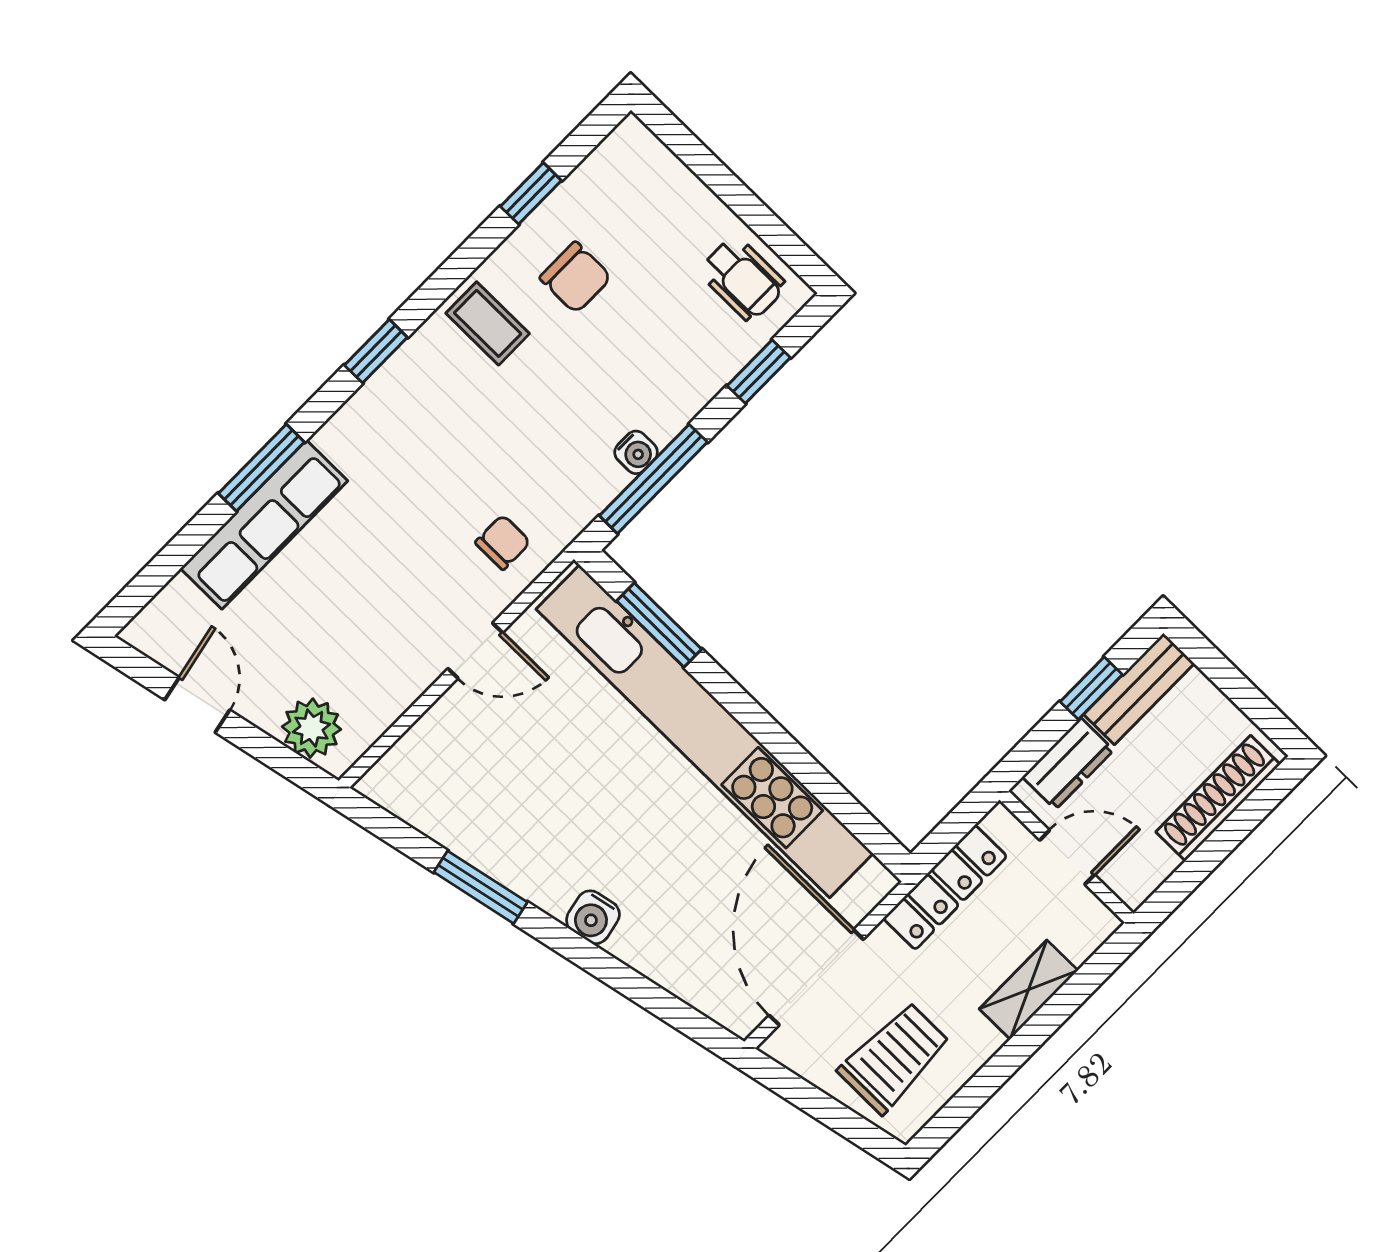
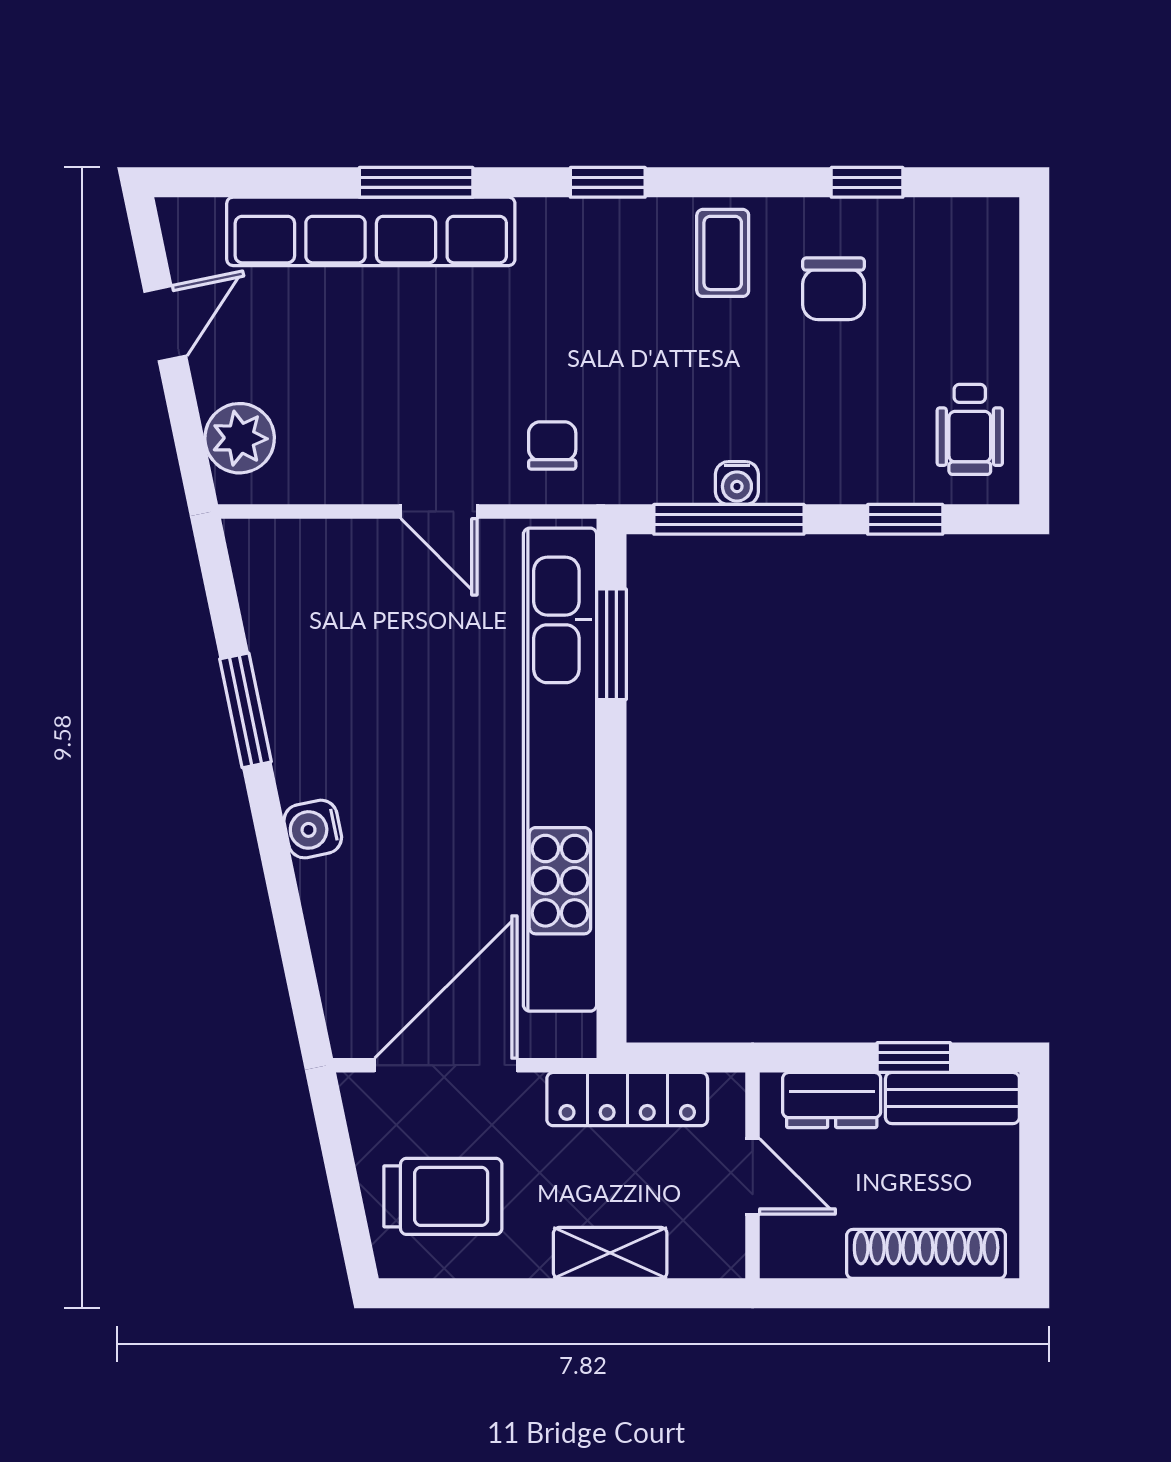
row of seats: (264, 525) -> (371, 231), width x1.36
chair: (503, 542) -> (552, 446), turned -90

